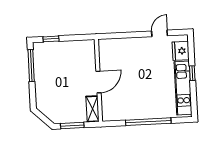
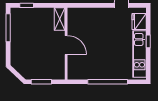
door: (99, 82) -> (66, 45), hinge flipped
shelving: (92, 109) -> (60, 19), moved

